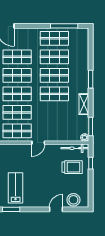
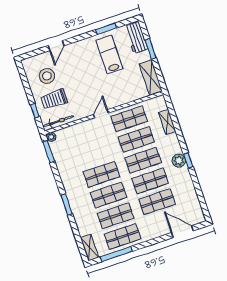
shelving: (84, 104) -> (90, 248), moved
lab bench: (16, 188) -> (109, 55), turned 180
stool: (73, 200) -> (47, 76), moved

